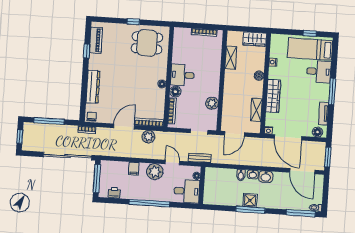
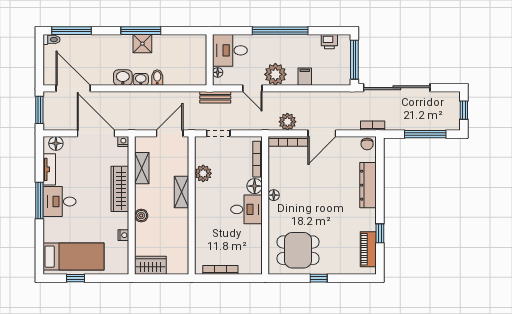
shelving: (231, 58) -> (182, 192), moved
desk: (319, 72) -> (60, 202), moved

